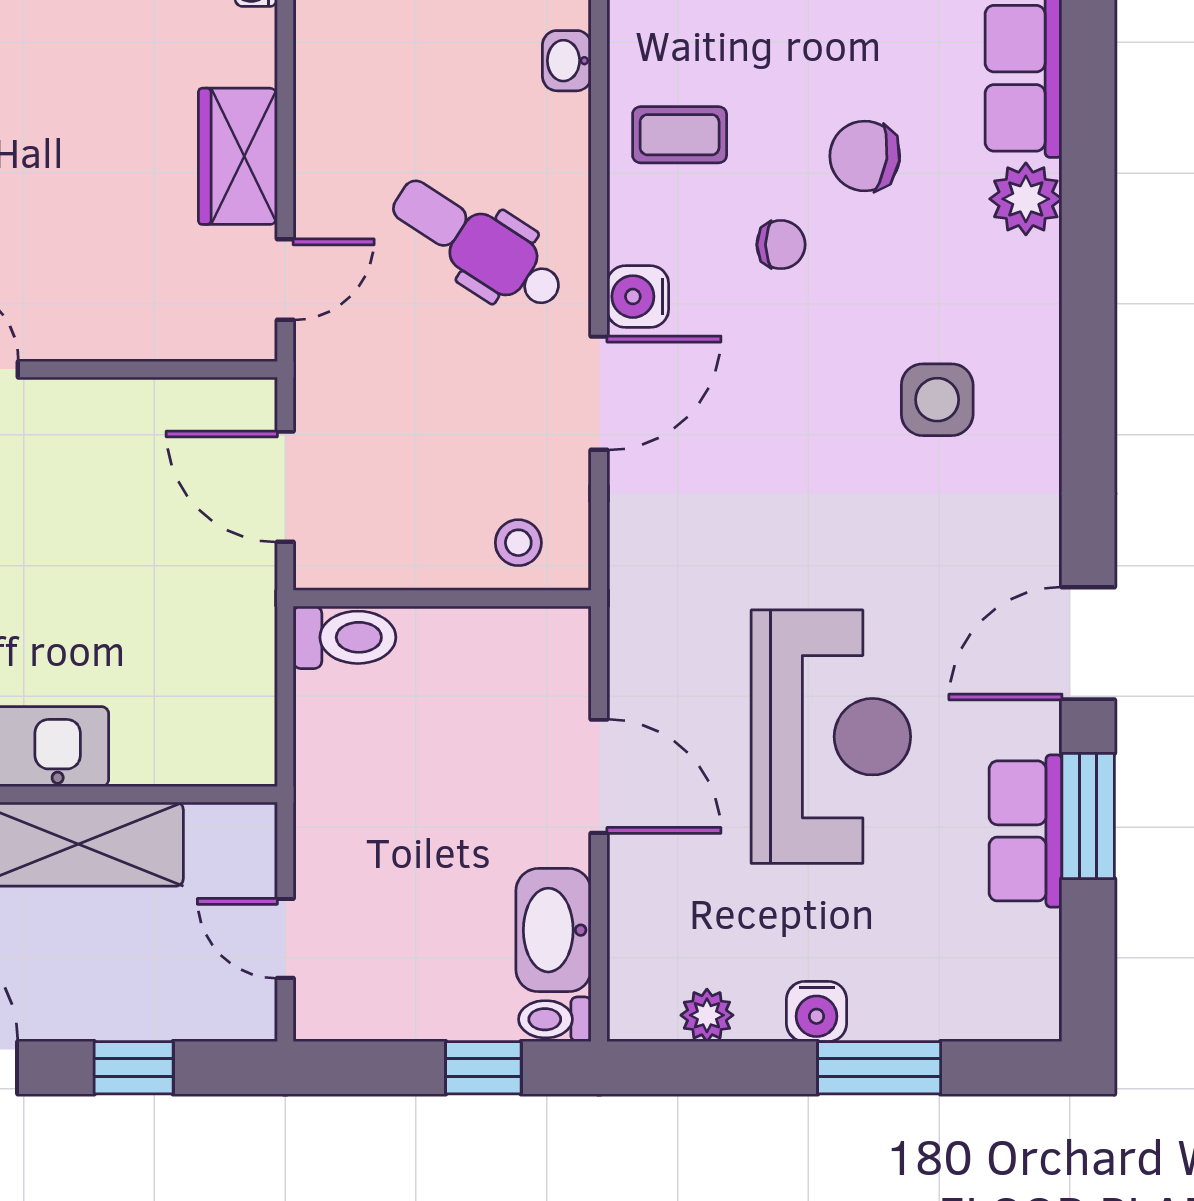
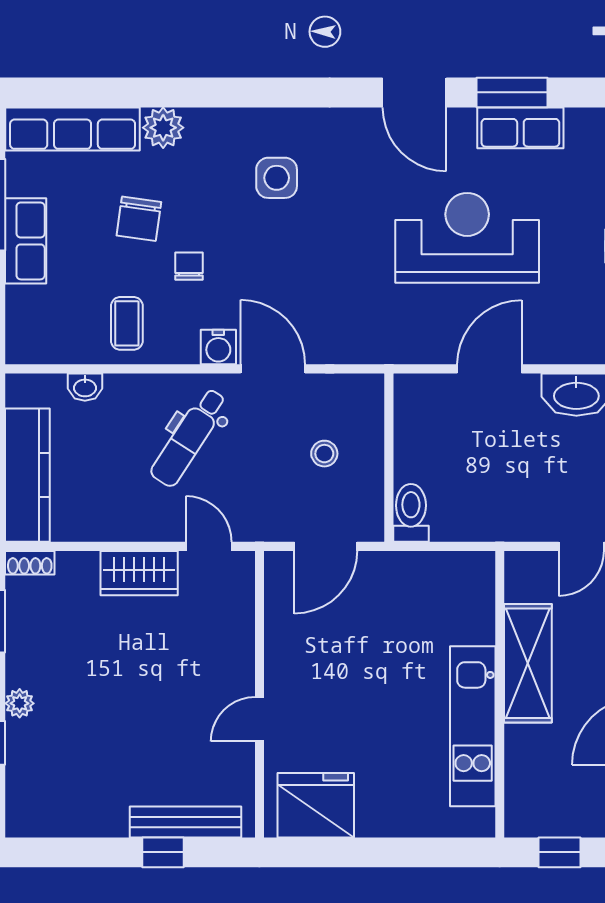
stool: (518, 543) -> (324, 454), moved

